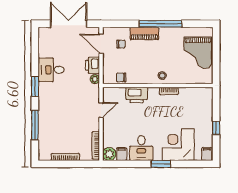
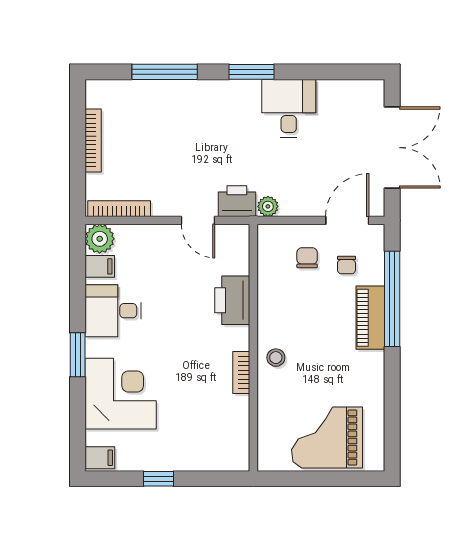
window: (160, 24) -> (392, 299), moved
printer: (93, 65) -> (237, 201), moved
chair: (121, 77) -> (307, 258), moved

